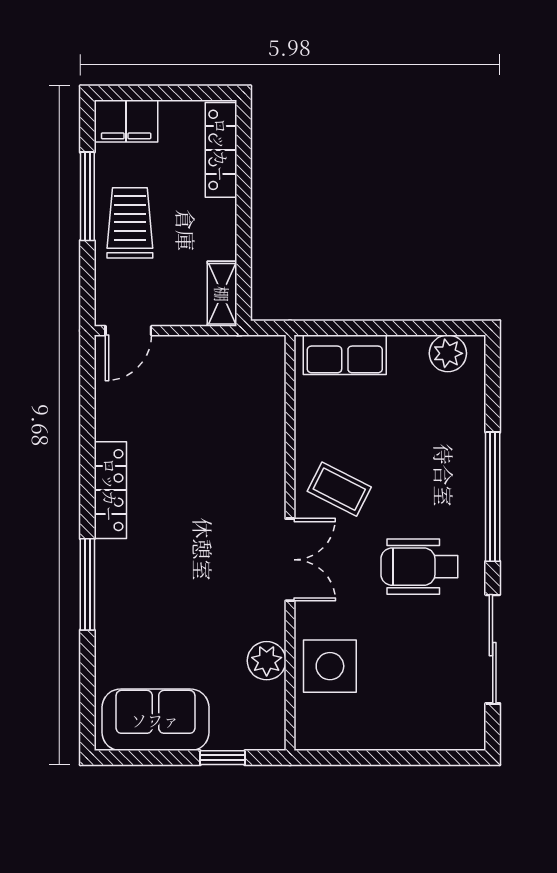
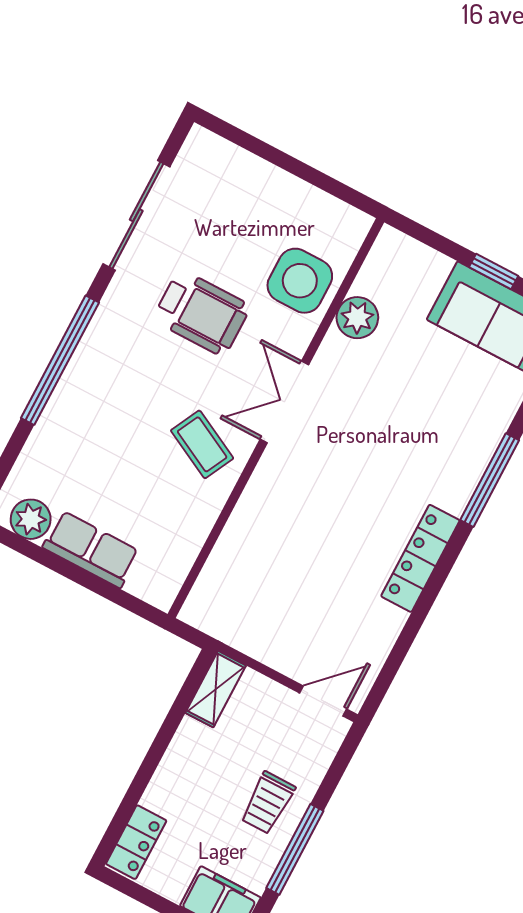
locker: (221, 150) -> (136, 842), width x0.66
trolley: (130, 223) -> (268, 803), width x0.73, depth x0.72
row of seats: (345, 355) -> (91, 549), moved
wheelchair: (419, 567) -> (202, 313), moved
window: (222, 758) -> (494, 271), moved

